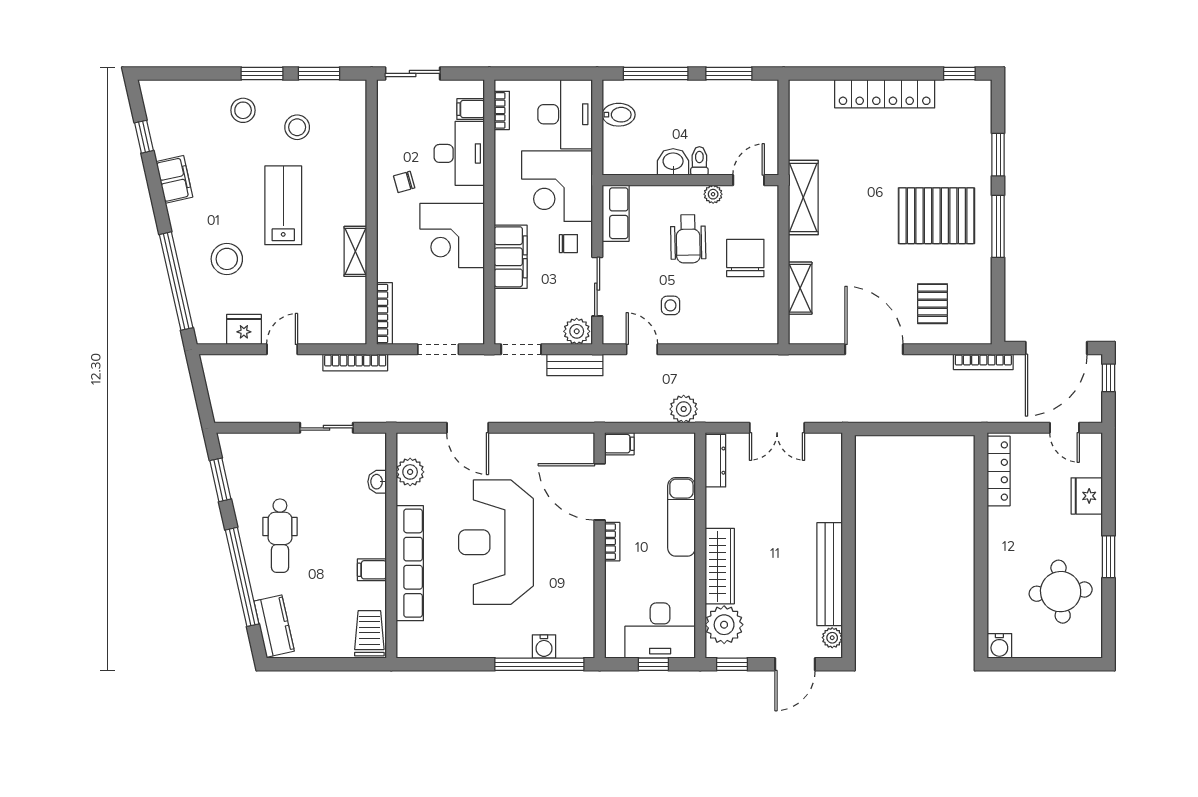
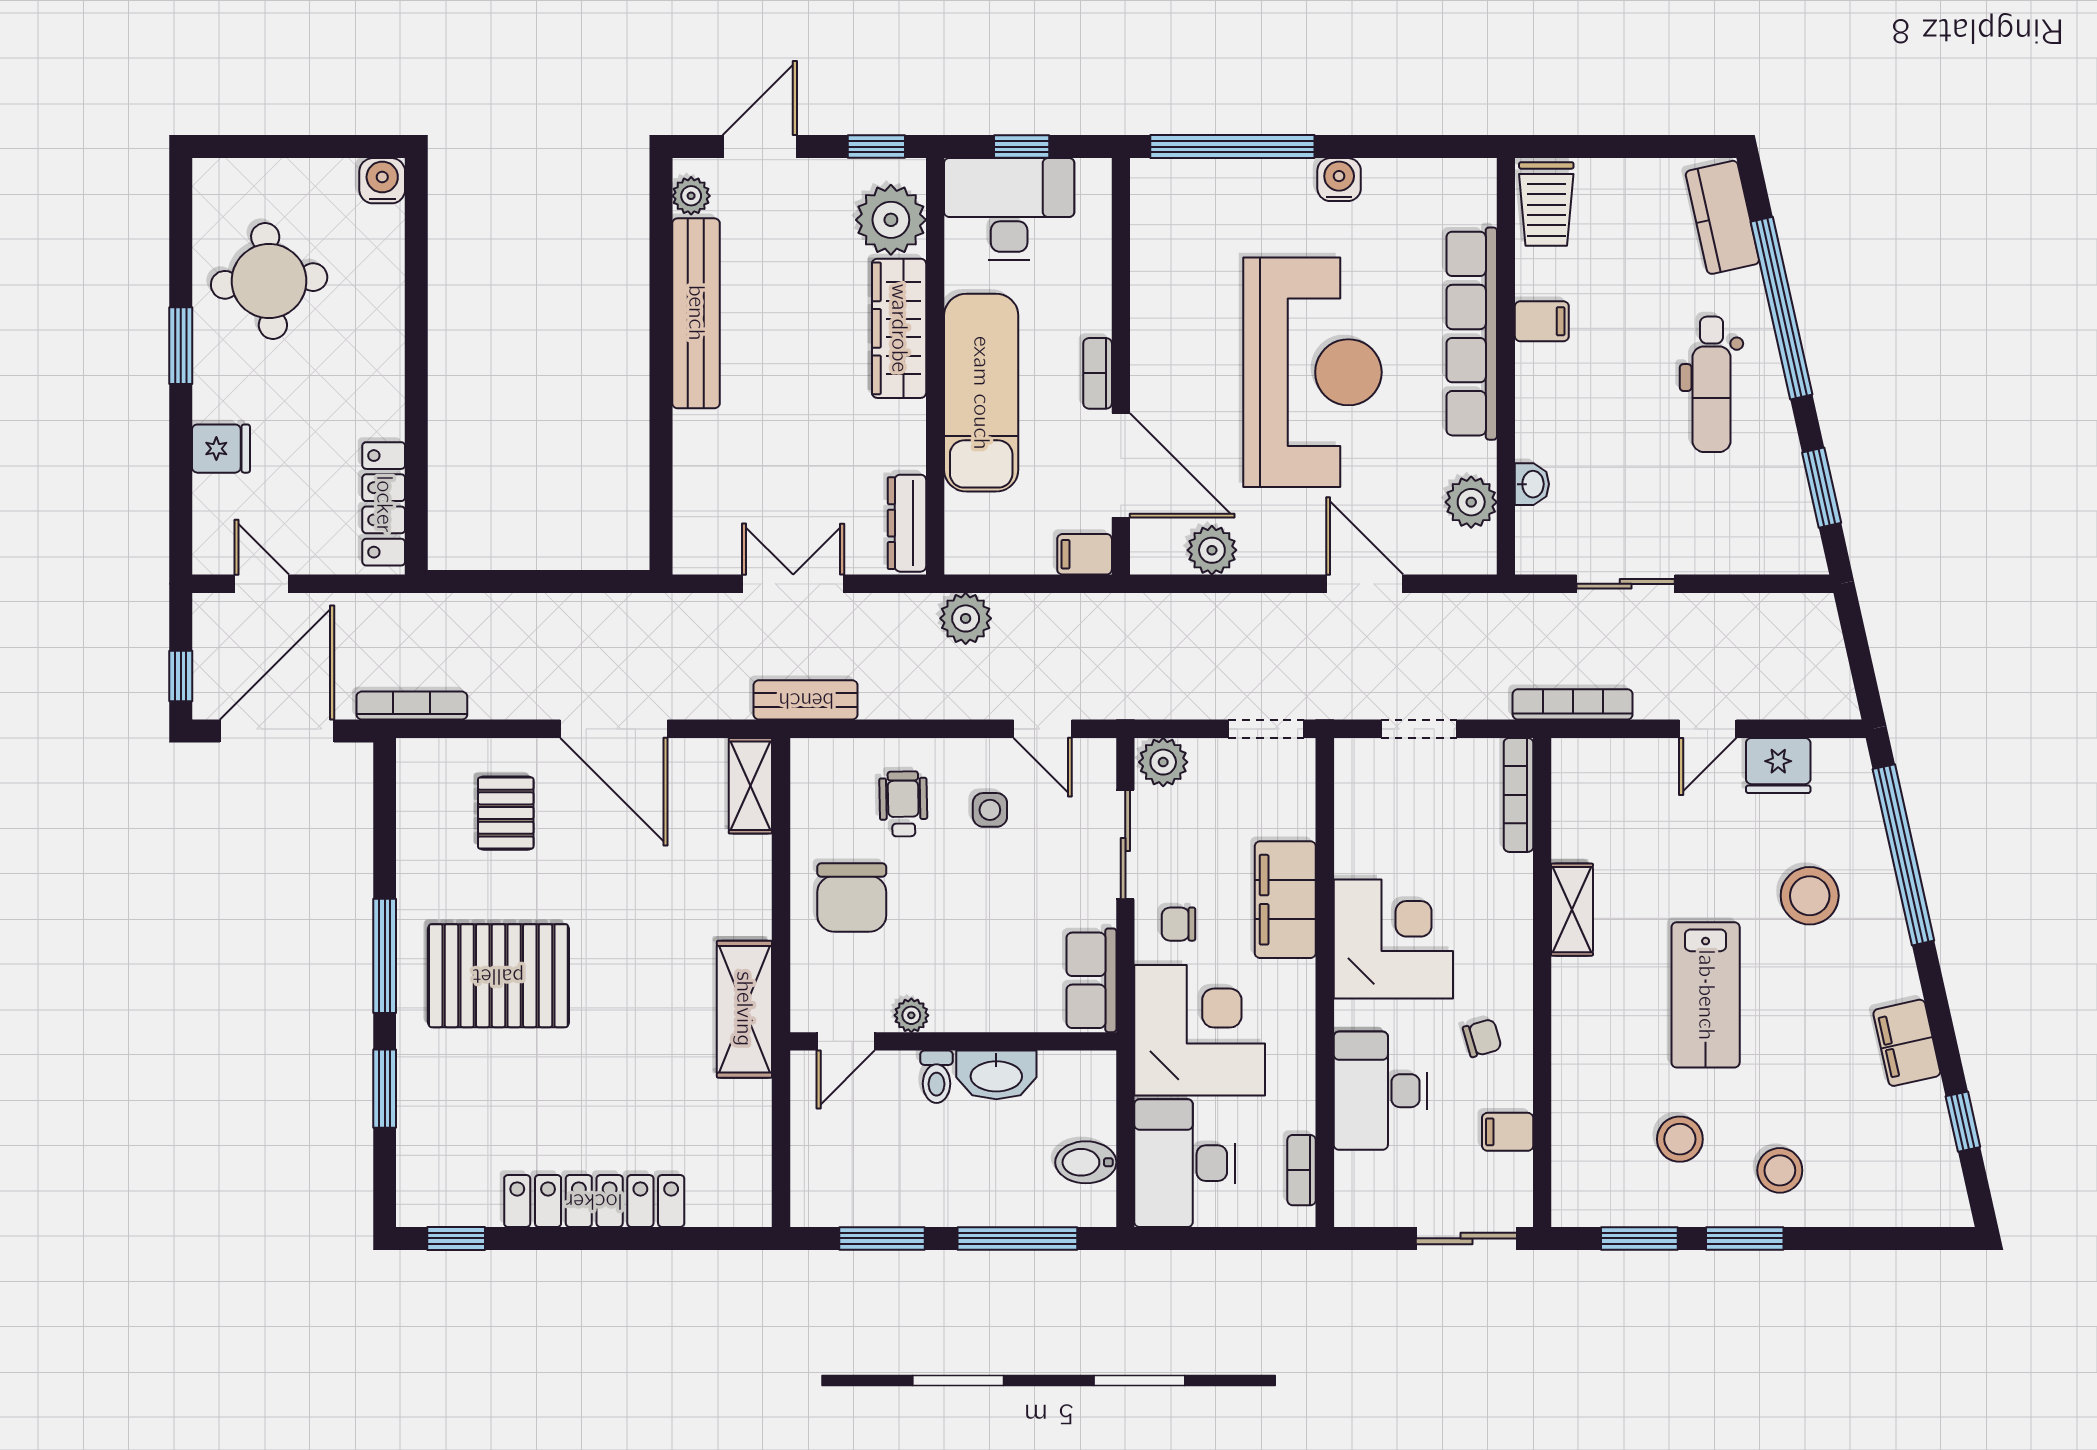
filing cabinet: (471, 109) -> (1508, 1132), moved, turned 180
washbasin: (673, 162) -> (996, 1075), width x1.38
wheelchair: (688, 239) -> (903, 804), moved, width x0.73, depth x0.73
shelving: (800, 288) -> (750, 786), moved
bench: (575, 365) -> (806, 700), moved
plant: (550, 446) -> (1212, 550), added
fridge: (1087, 496) -> (221, 449), width x0.72
exam couch: (681, 517) -> (981, 393), width x1.36, depth x1.45
dental chair: (280, 536) -> (1712, 384), turned 180
water cooler: (544, 647) -> (1339, 180), moved

